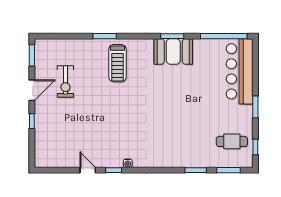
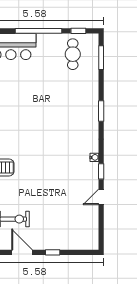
window: (255, 107) -> (39, 31), width x2.11
window: (196, 170) -> (101, 111), moved

